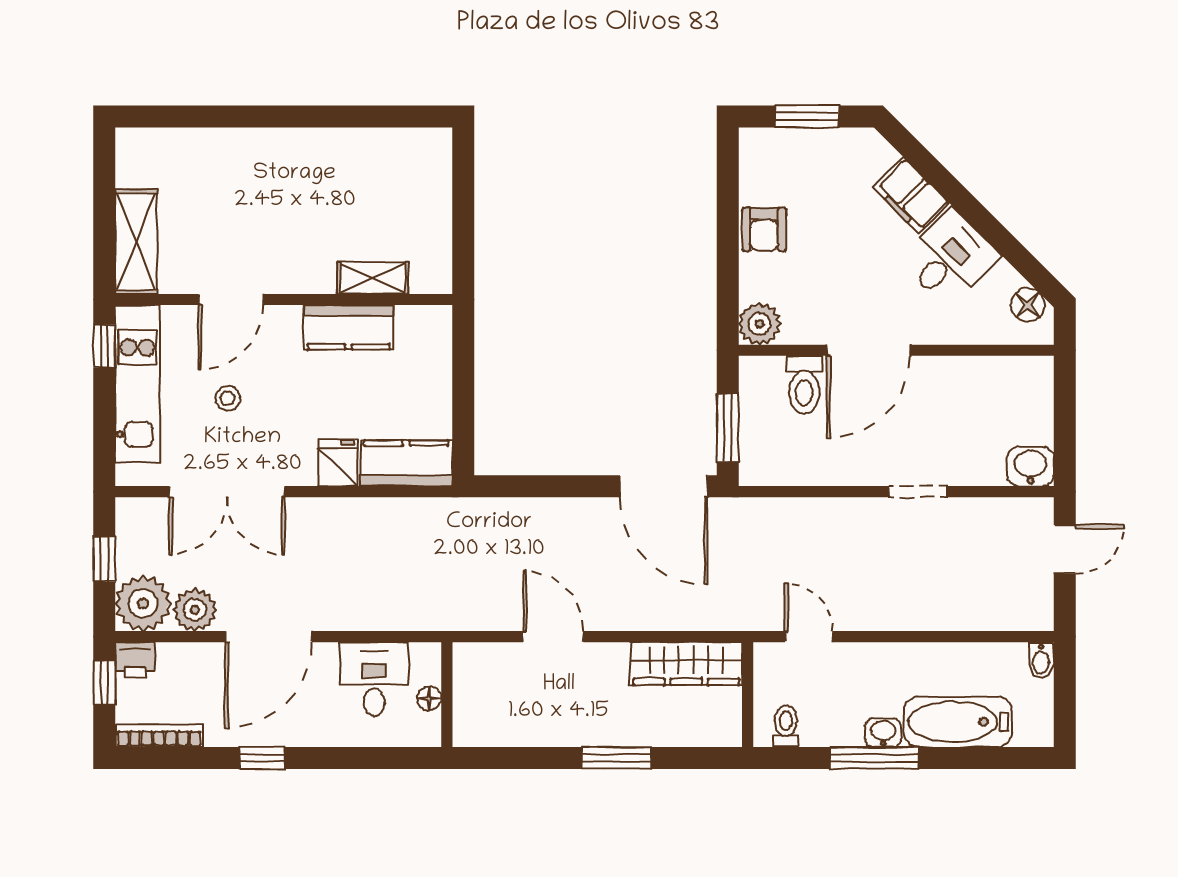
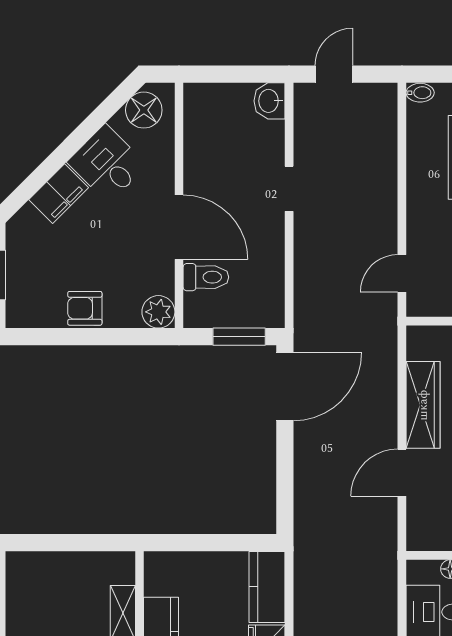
armchair: (764, 229) -> (85, 308), turned 180
floor lamp: (1028, 305) -> (144, 110), width x1.38, depth x1.38
door: (1065, 549) -> (334, 74), hinge flipped
wardrobe: (686, 664) -> (423, 405), moved

